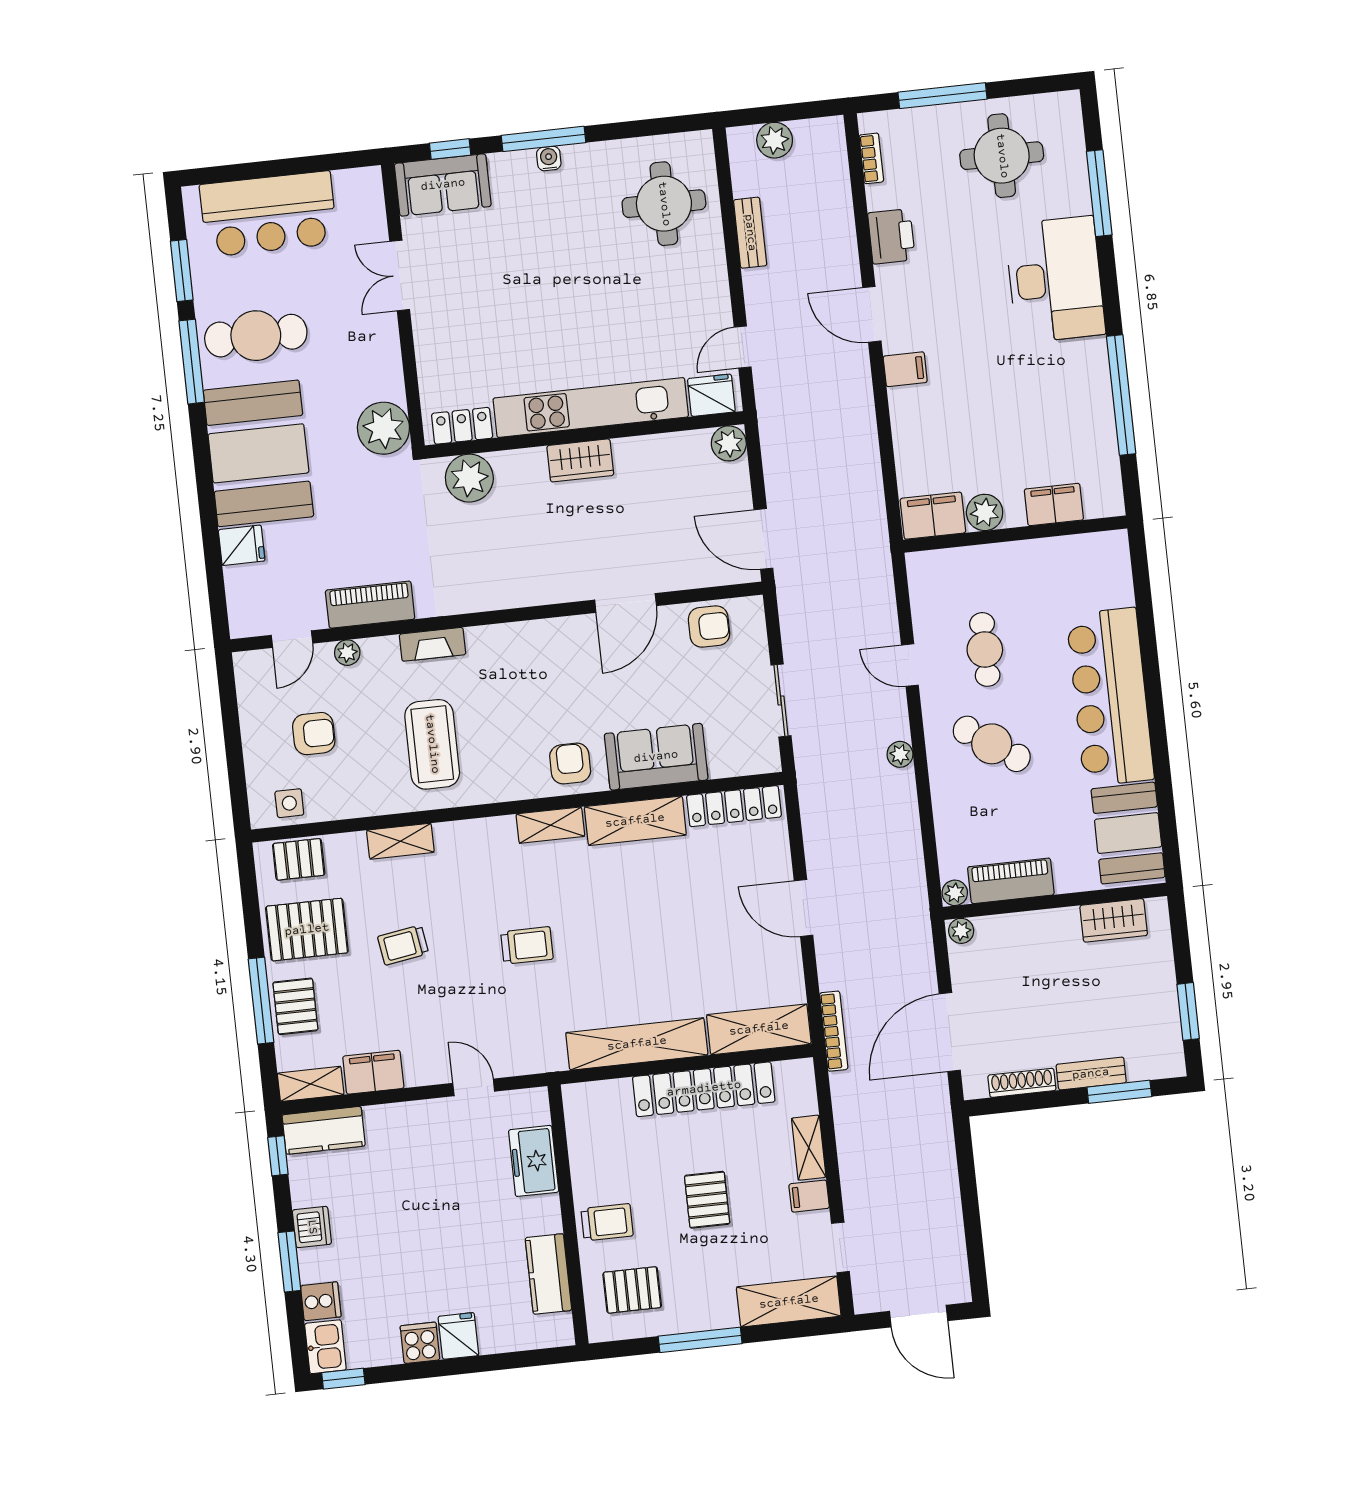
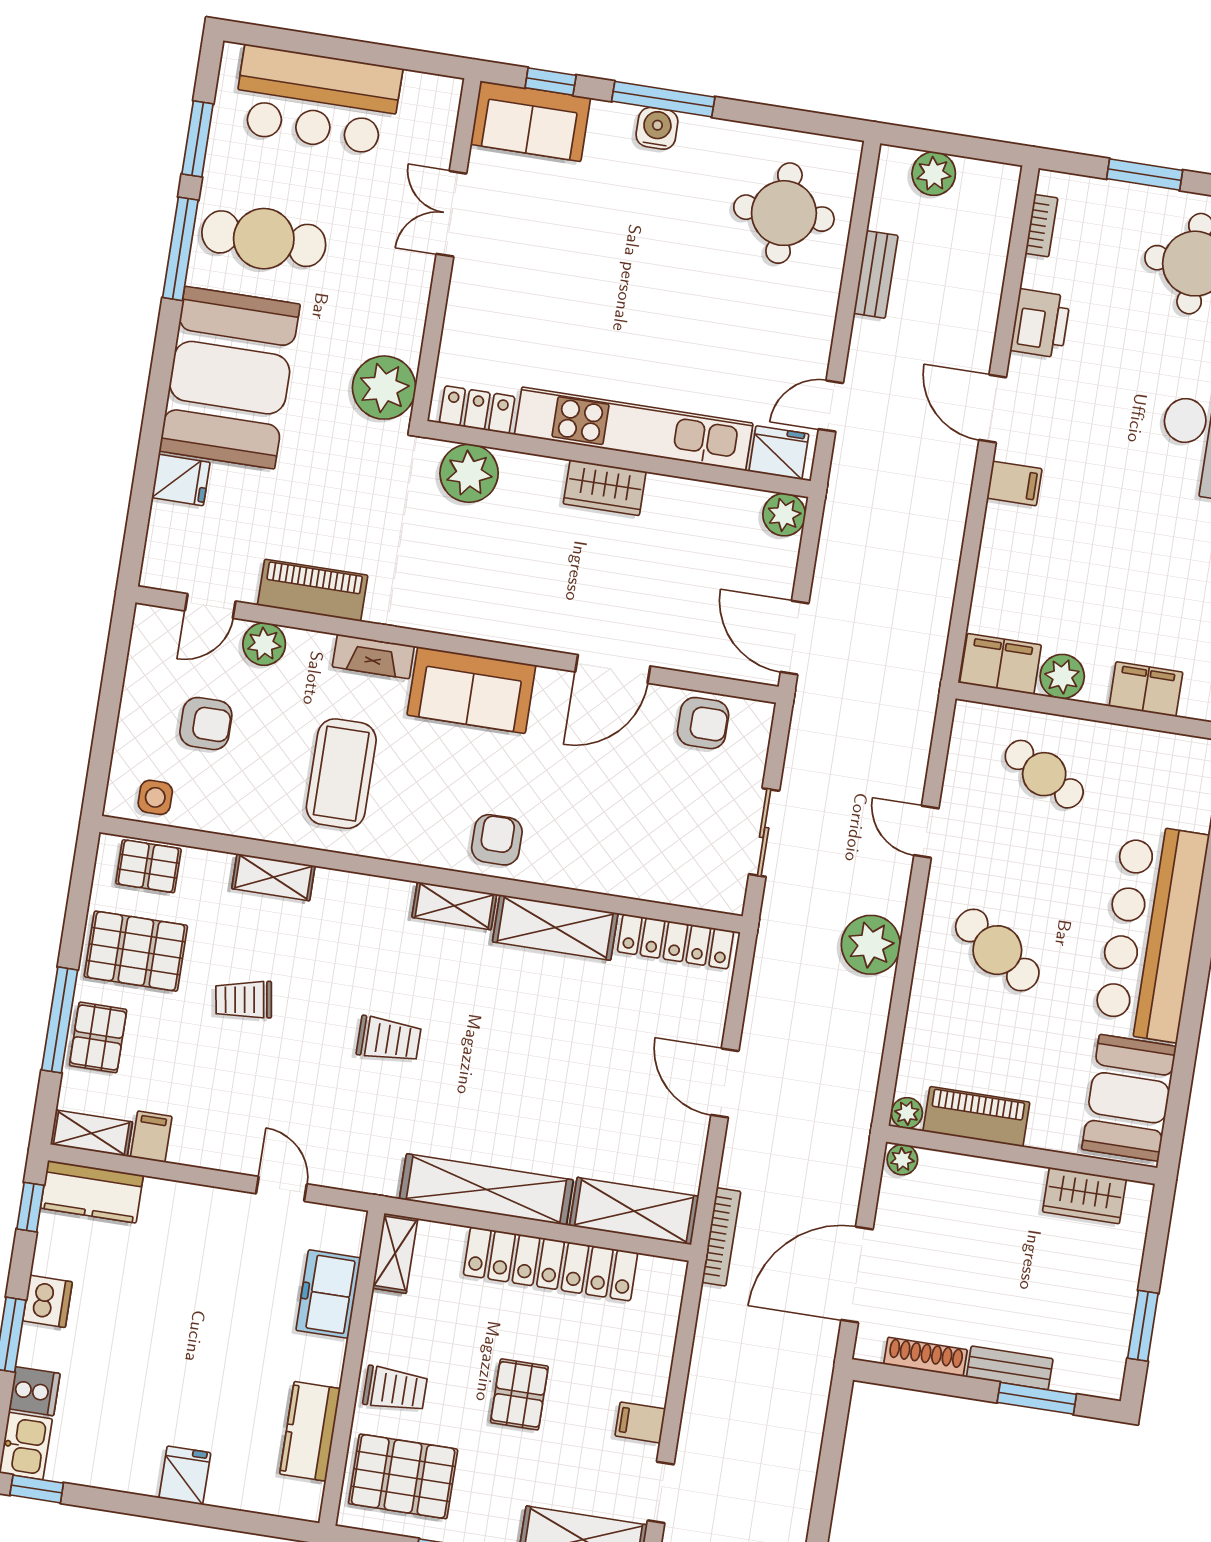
window: (942, 96) -> (1145, 175), width x0.69
water cooler: (549, 159) -> (657, 128), width x1.38, depth x1.38
cafe table: (985, 649) -> (1044, 774), moved, turned -61
plant: (347, 653) -> (264, 644), width x1.38, depth x1.38
plant: (900, 754) -> (871, 945), width x1.88, depth x1.88
sofa: (656, 757) -> (471, 690), moved, turned 180
filing cabinet: (373, 1072) -> (151, 1137), width x0.50
shelving: (809, 1148) -> (395, 1253), moved
pallet: (632, 1290) -> (403, 1476), width x1.50, depth x1.42
cooker: (420, 1343) -> (138, 1471), removed

